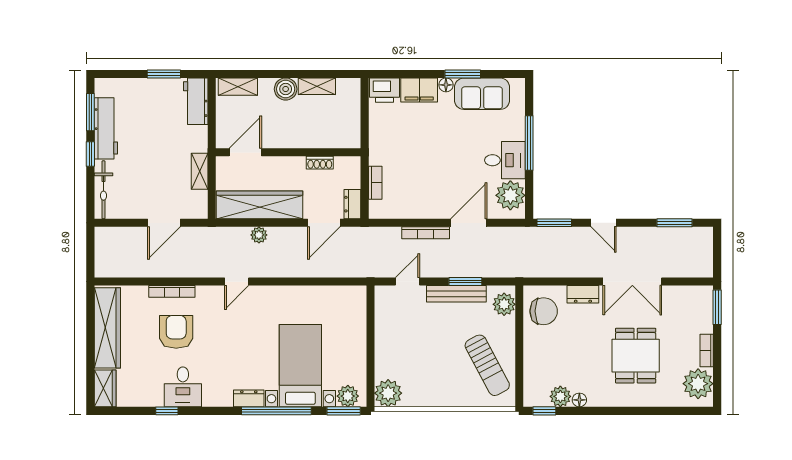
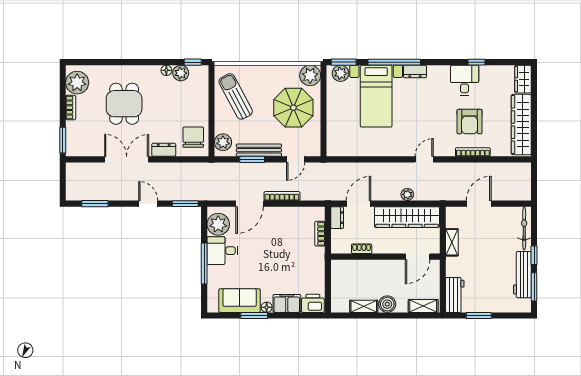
chair: (544, 311) -> (193, 137), turned 90
parasol: (410, 350) -> (293, 108), added

